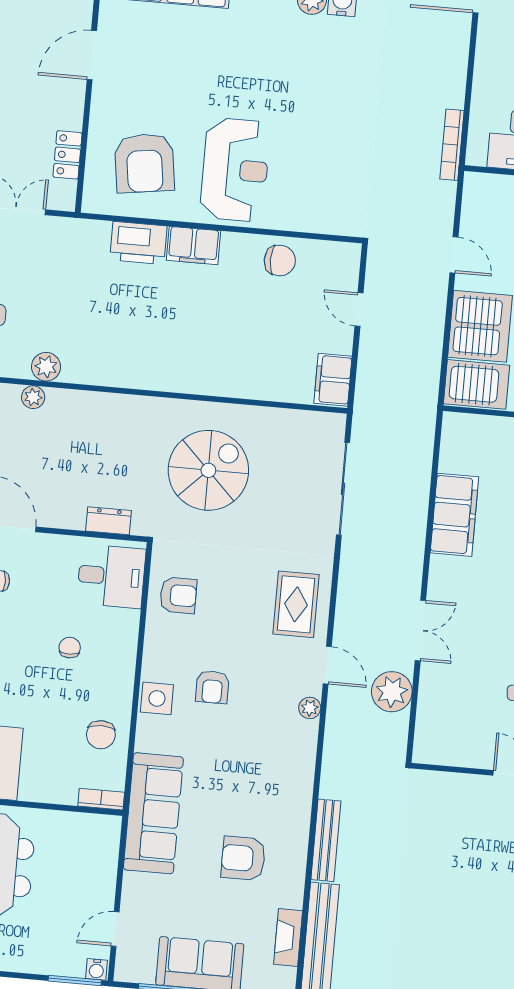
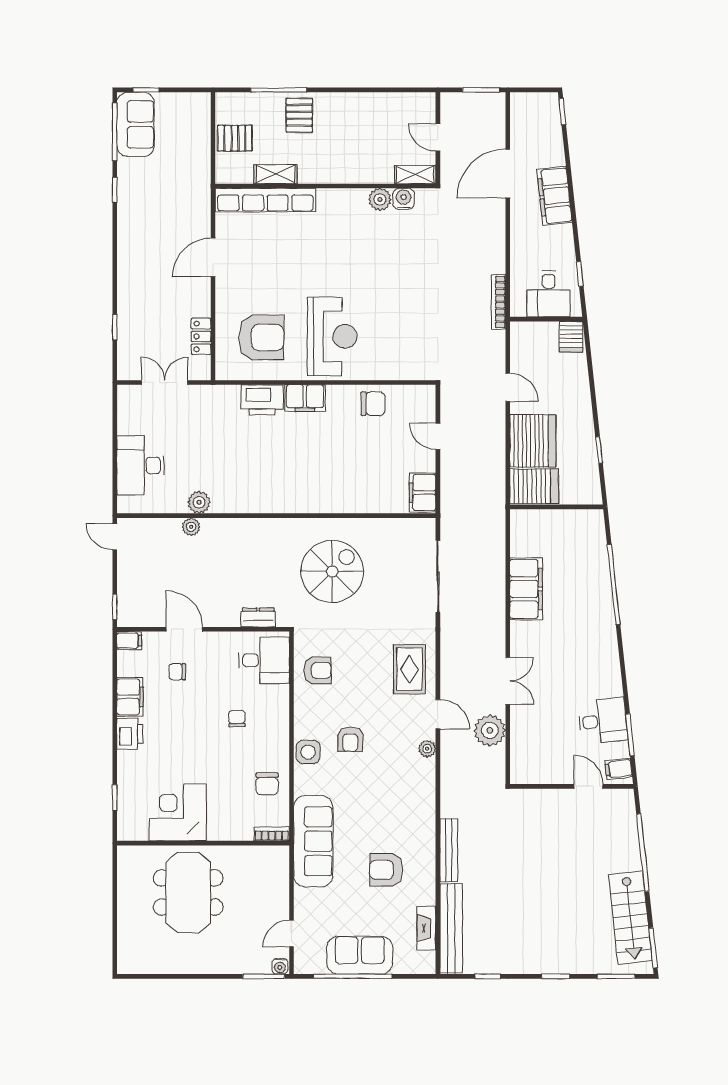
armchair: (145, 163) -> (261, 337), turned -82

